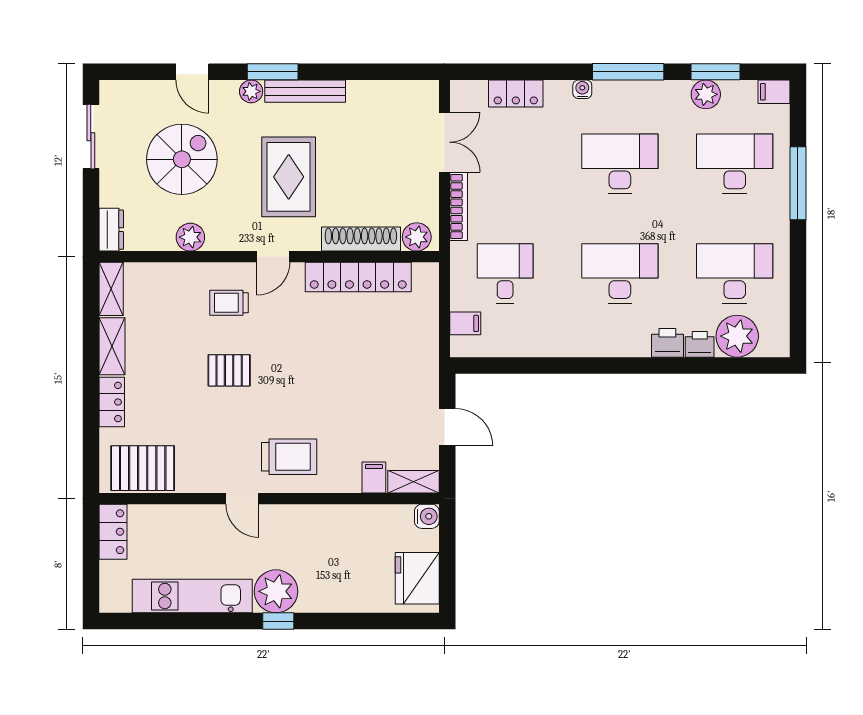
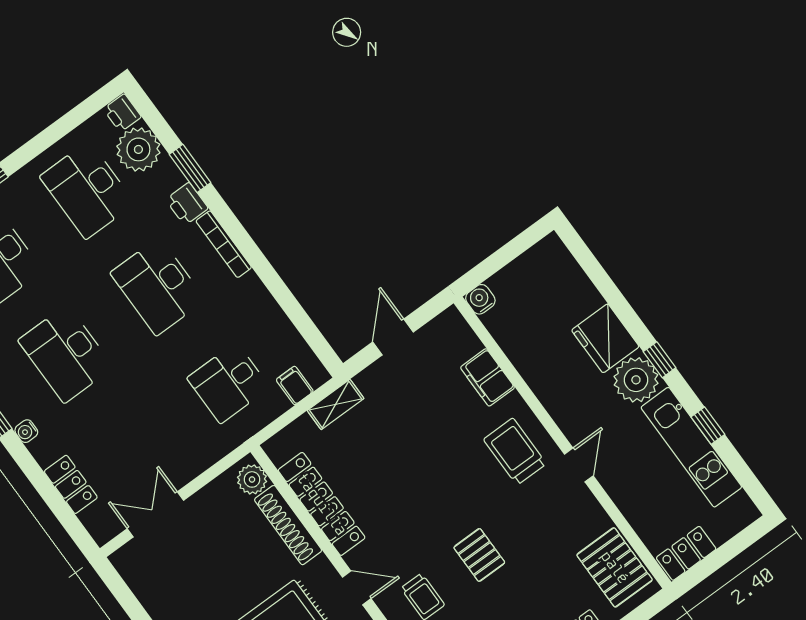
bookcase: (459, 206) -> (224, 244), moved, turned -90
printer: (700, 344) -> (122, 113), moved
window: (693, 365) -> (190, 168), added
filing cabinet: (374, 478) -> (488, 377), width x2.00
shelving: (413, 482) -> (336, 404), moved, turned 90
fridge: (417, 578) -> (605, 338), moved, turned 90
window: (200, 621) -> (708, 426), added

